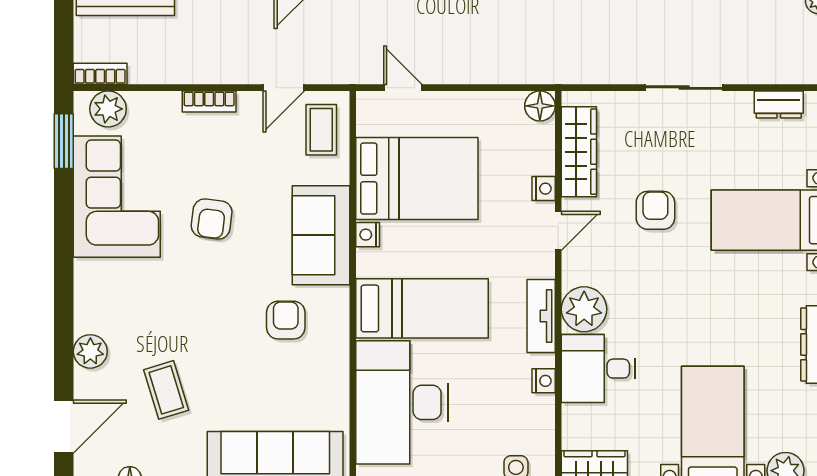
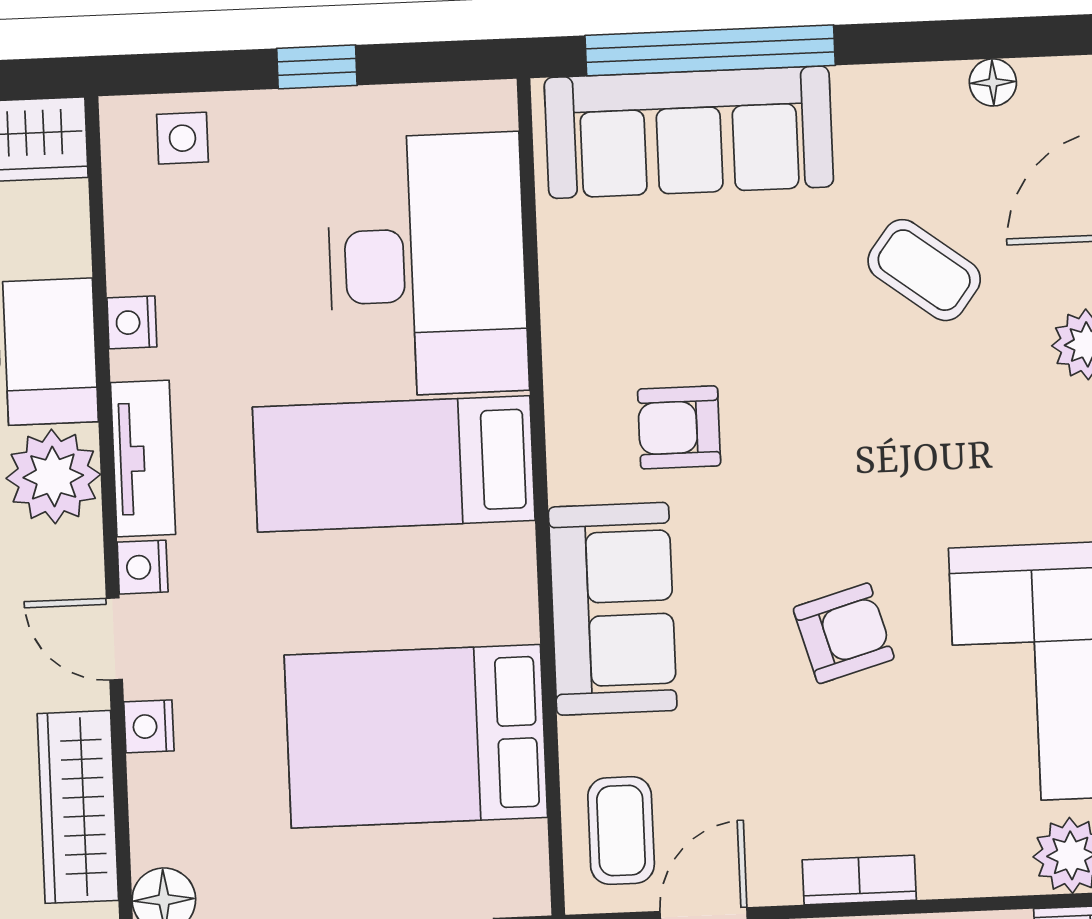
armchair: (212, 219) -> (844, 633), turned 67
door: (558, 231) -> (114, 639), hinge flipped
nightstand: (368, 235) -> (143, 567), moved, turned 180
armchair: (286, 320) -> (679, 427), turned 90
coffee table: (166, 390) -> (924, 270), turned -36

